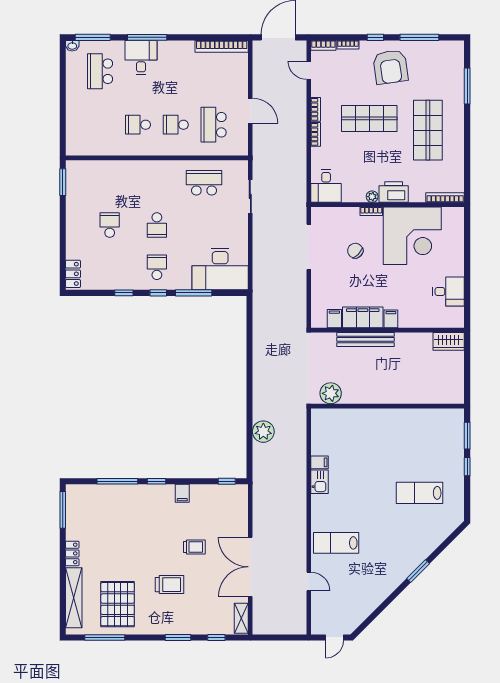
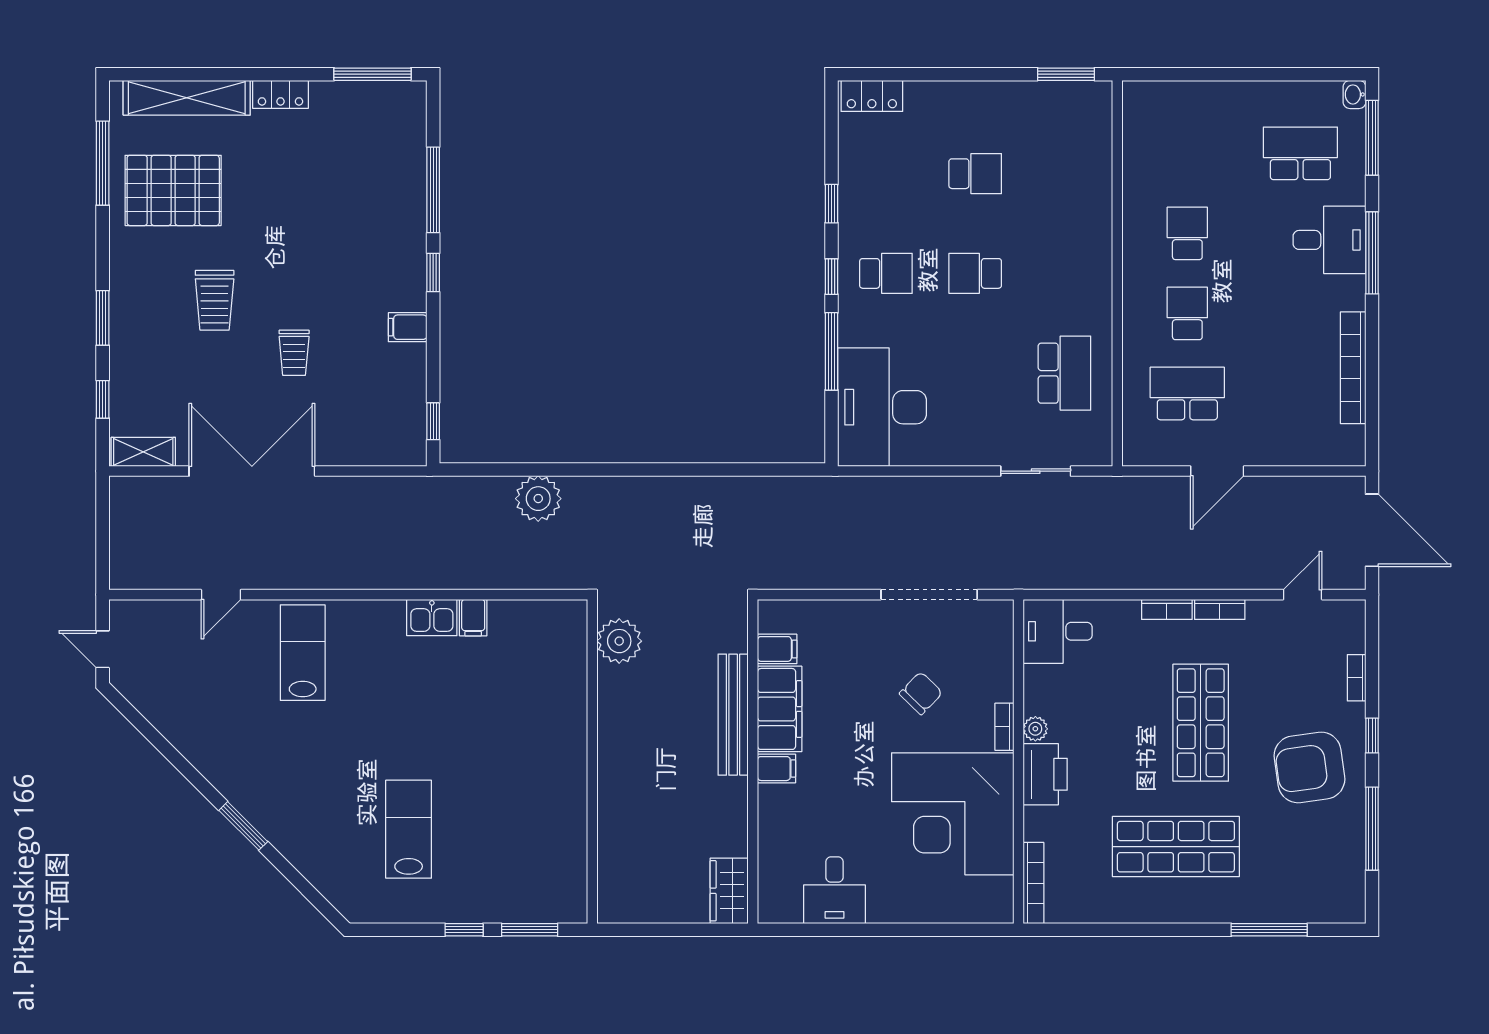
bookcase: (323, 45) -> (1355, 626), removed
bookcase: (222, 46) -> (1353, 368), moved

